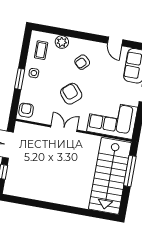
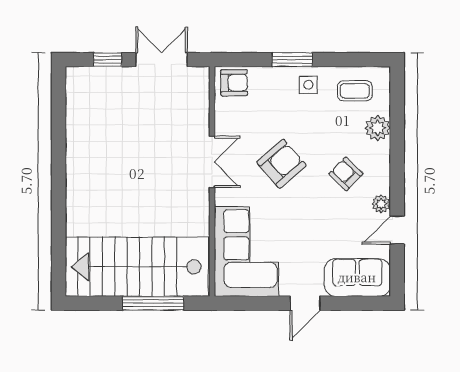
plant: (100, 47) -> (381, 204), added

